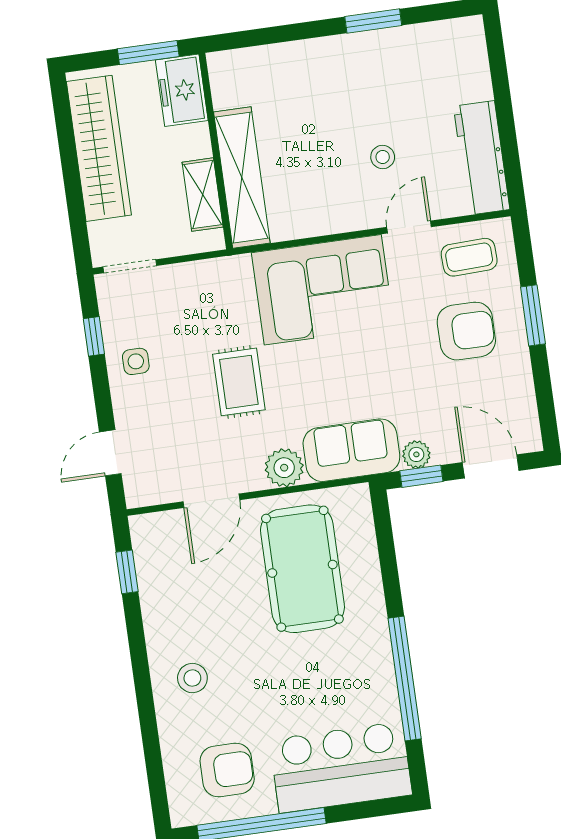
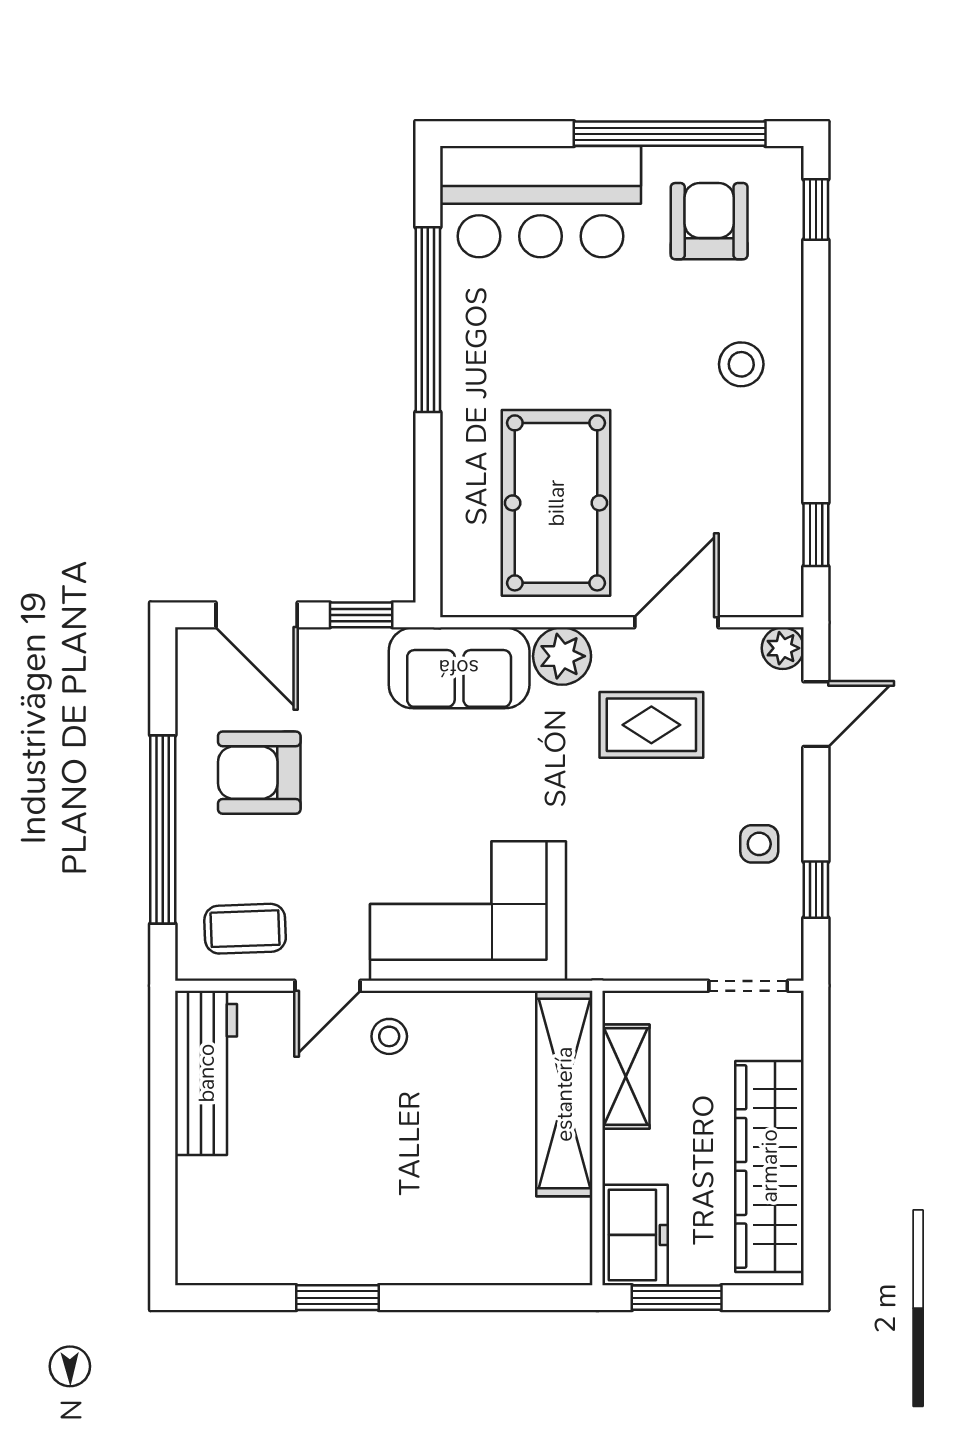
stool: (383, 157) -> (389, 1036), moved
window: (533, 315) -> (163, 829), width x2.11
armchair: (466, 331) -> (259, 773), moved
rug: (239, 382) -> (651, 725), moved, turned 90
plant: (416, 454) -> (783, 648), moved
armchair: (227, 770) -> (709, 221), turned 90
window: (157, 788) -> (816, 210), added

